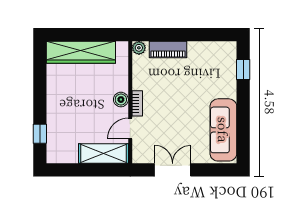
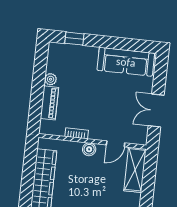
plant: (139, 48) -> (51, 79), moved
bookcase: (137, 103) -> (77, 133), moved
door: (130, 128) -> (116, 144), hinge flipped

